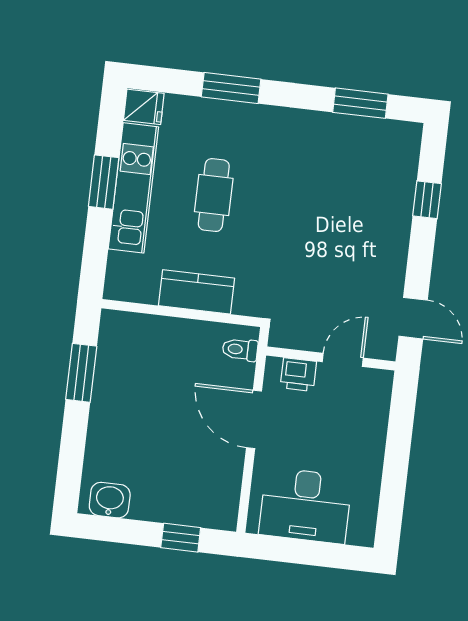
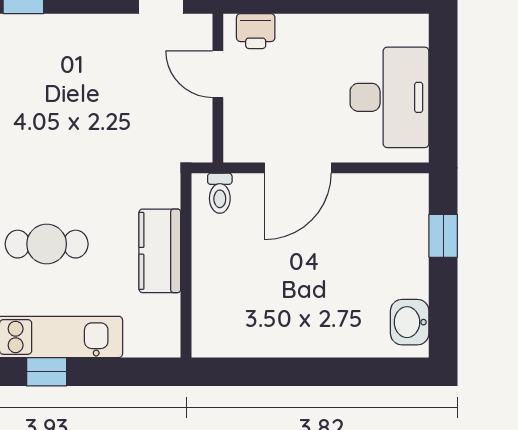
window: (104, 182) -> (47, 372), width x0.67
window: (81, 373) -> (268, 372), removed
printer: (298, 375) -> (256, 31), moved, turned 90

